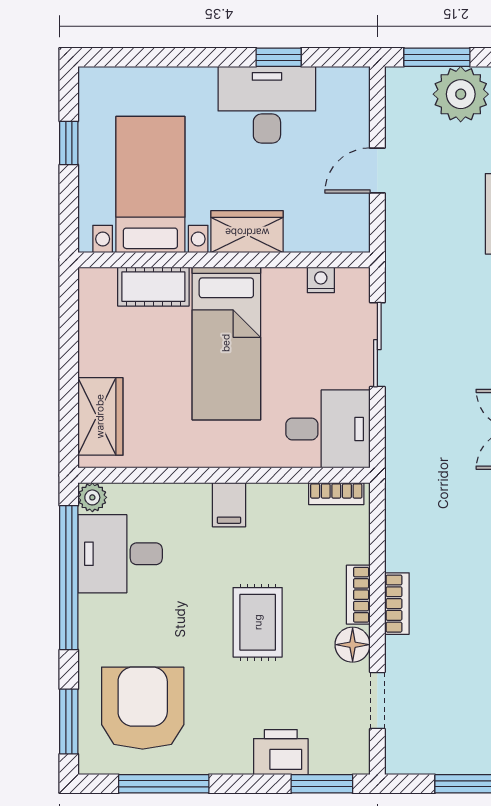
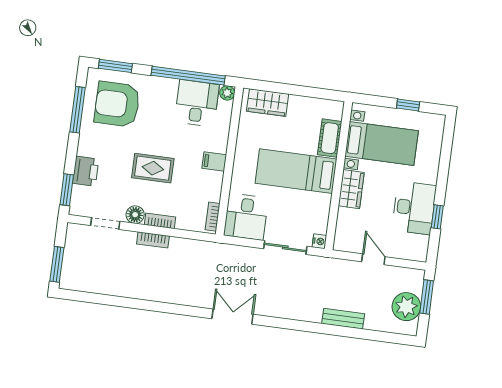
nightstand: (321, 280) -> (319, 241), moved
armchair: (143, 708) -> (117, 104), turned 180

